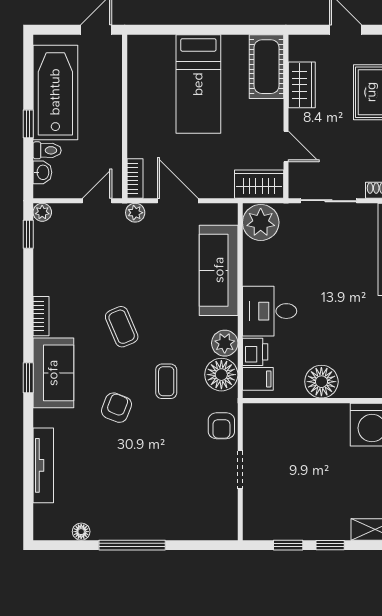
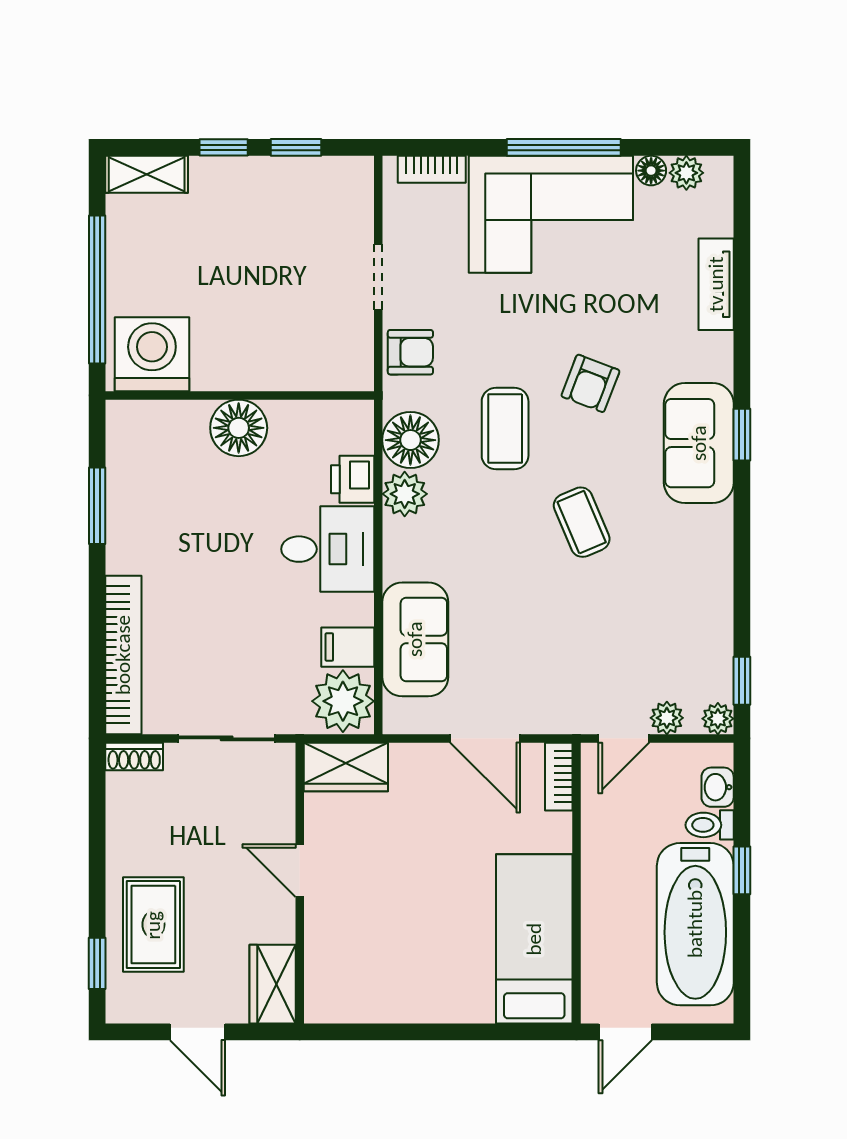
cot: (267, 67) -> (333, 969), removed
bed: (198, 84) -> (534, 939), moved
wardrobe: (302, 85) -> (273, 984), moved
door: (286, 146) -> (300, 871), moved
plant: (135, 213) -> (667, 718), moved
sofa: (219, 270) -> (415, 639), width x0.73
bookcase: (41, 316) -> (432, 169), moved, turned -90
filing cabinet: (258, 379) -> (348, 647), moved
coffee table: (166, 381) -> (505, 429), width x1.36, depth x1.30
armchair: (221, 426) -> (410, 352), turned 90
tv unit: (43, 465) -> (716, 284), width x0.71
corner sofa: (140, 506) -> (551, 214), added
plant: (61, 530) -> (686, 173), added

